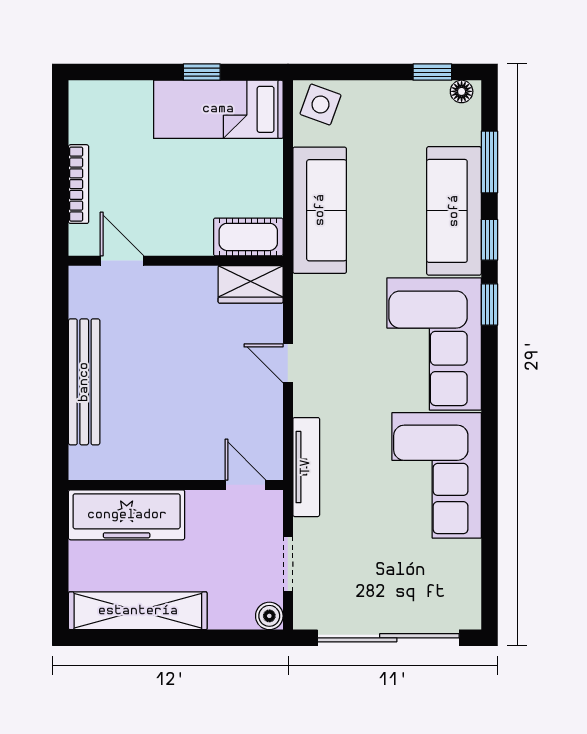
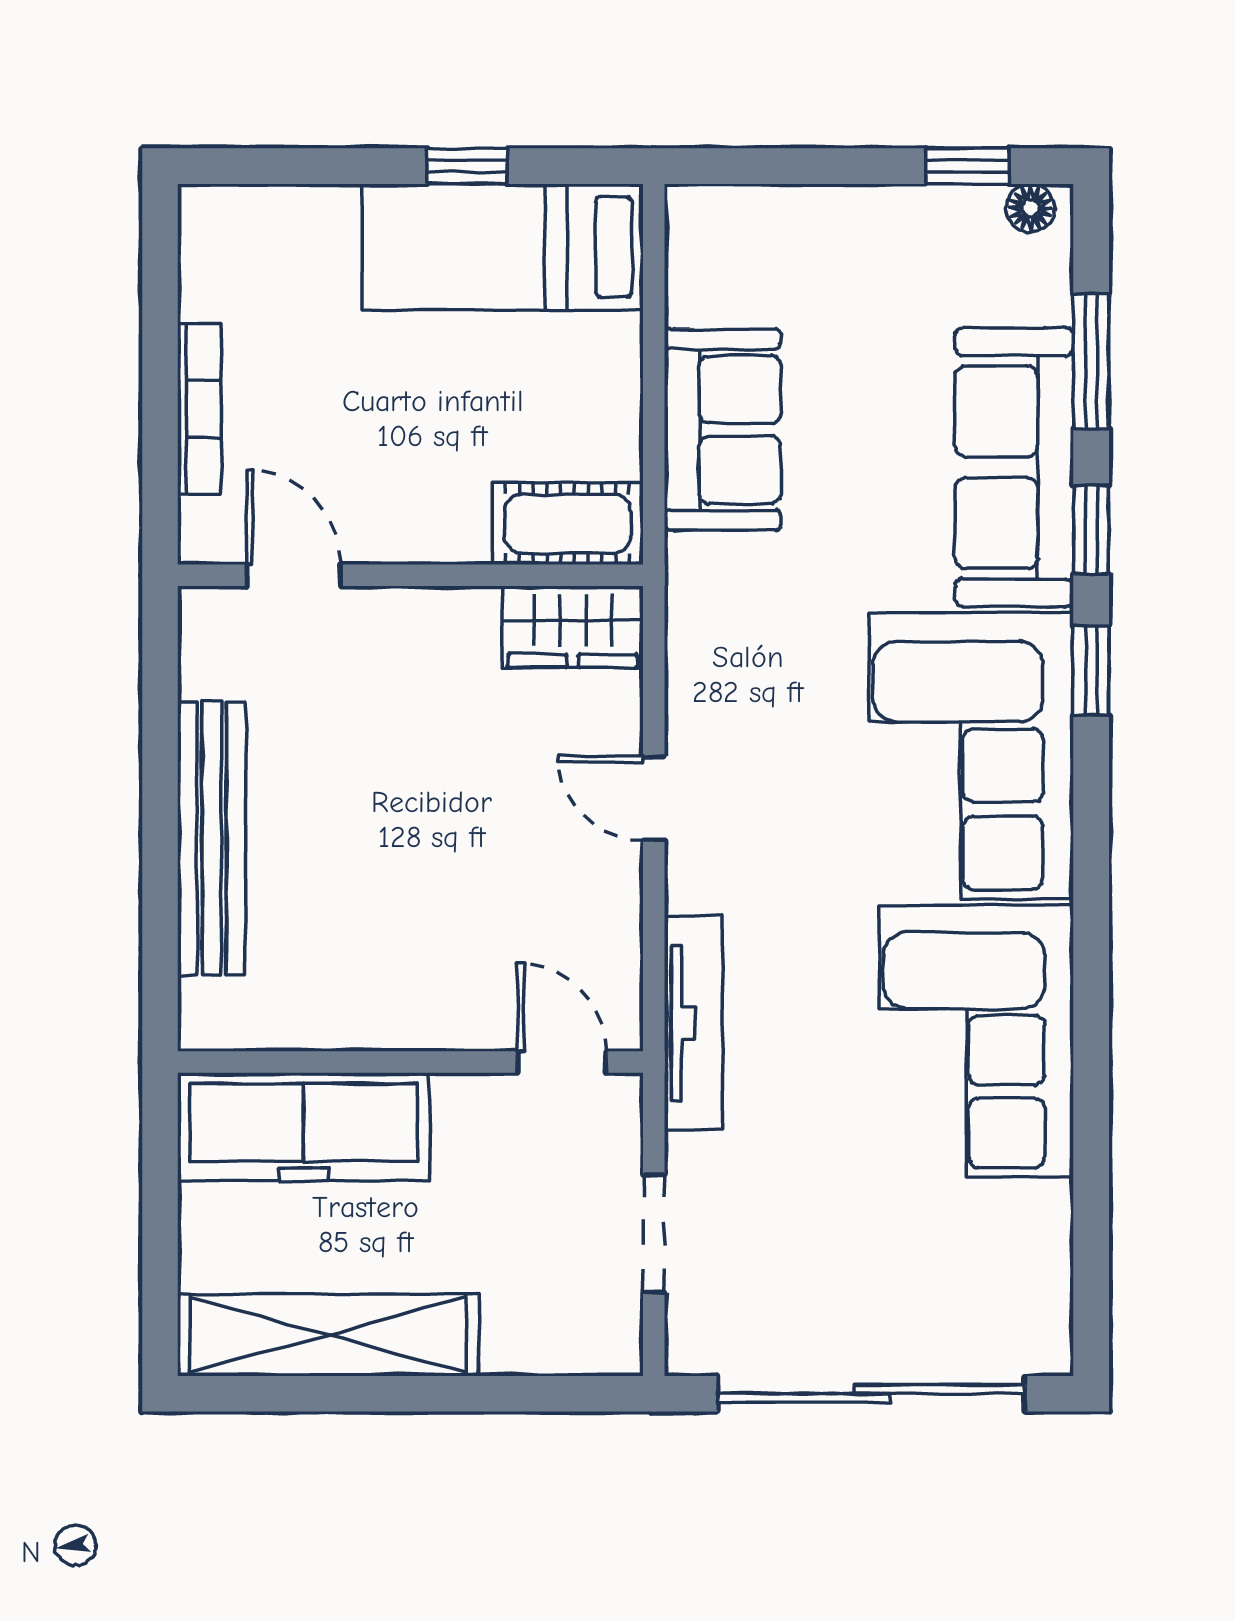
side table: (320, 105) -> (724, 236), removed
sofa: (320, 210) -> (723, 430), width x0.73
boiler: (269, 616) -> (613, 1346), removed

